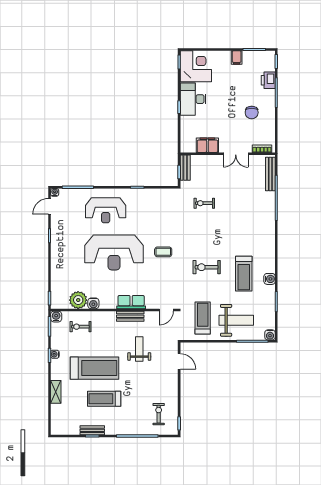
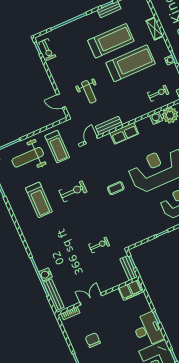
filing cabinet: (207, 145) -> (130, 290), moved
treadmill: (244, 274) -> (39, 200), turned 180
water cooler: (270, 279) -> (46, 274), moved
bench: (130, 316) -> (109, 126), moved
weight bench: (139, 349) -> (89, 92), moved
treadmill: (94, 368) -> (131, 63), turned 180
treadmill: (104, 399) -> (111, 41), width x1.37, depth x1.38
exercise bike: (159, 414) -> (47, 50), moved

